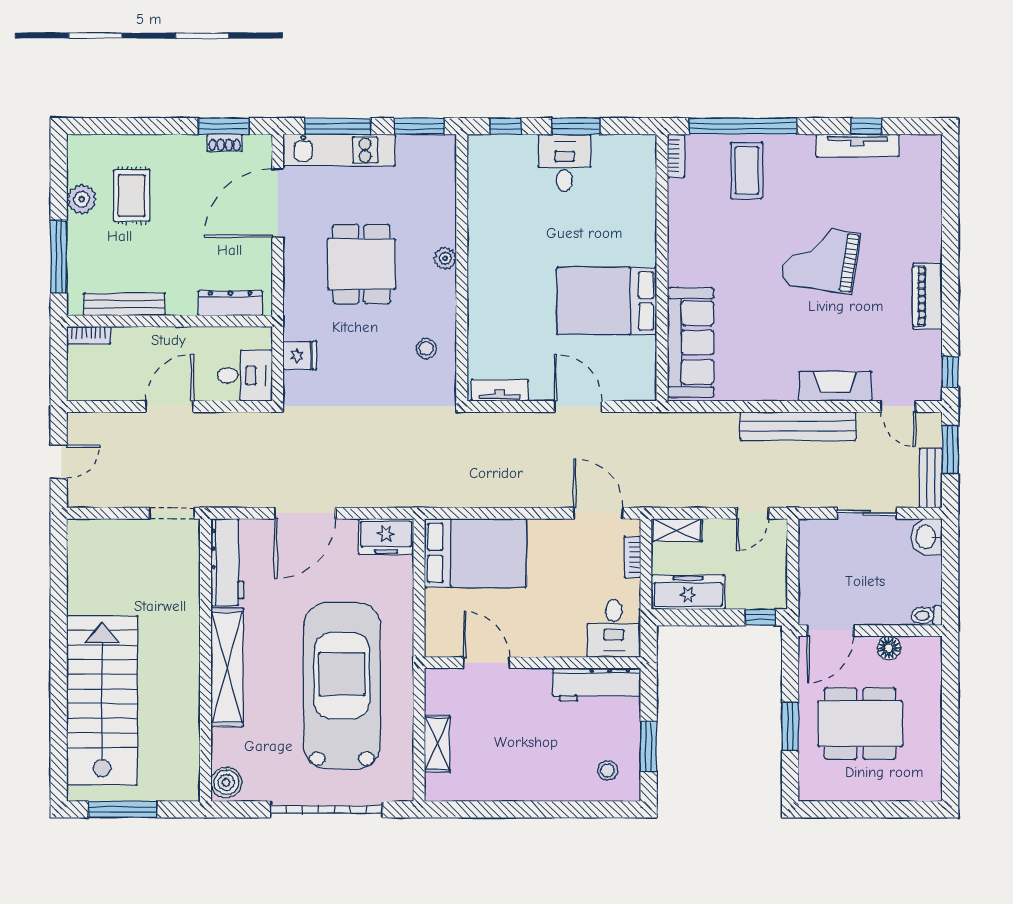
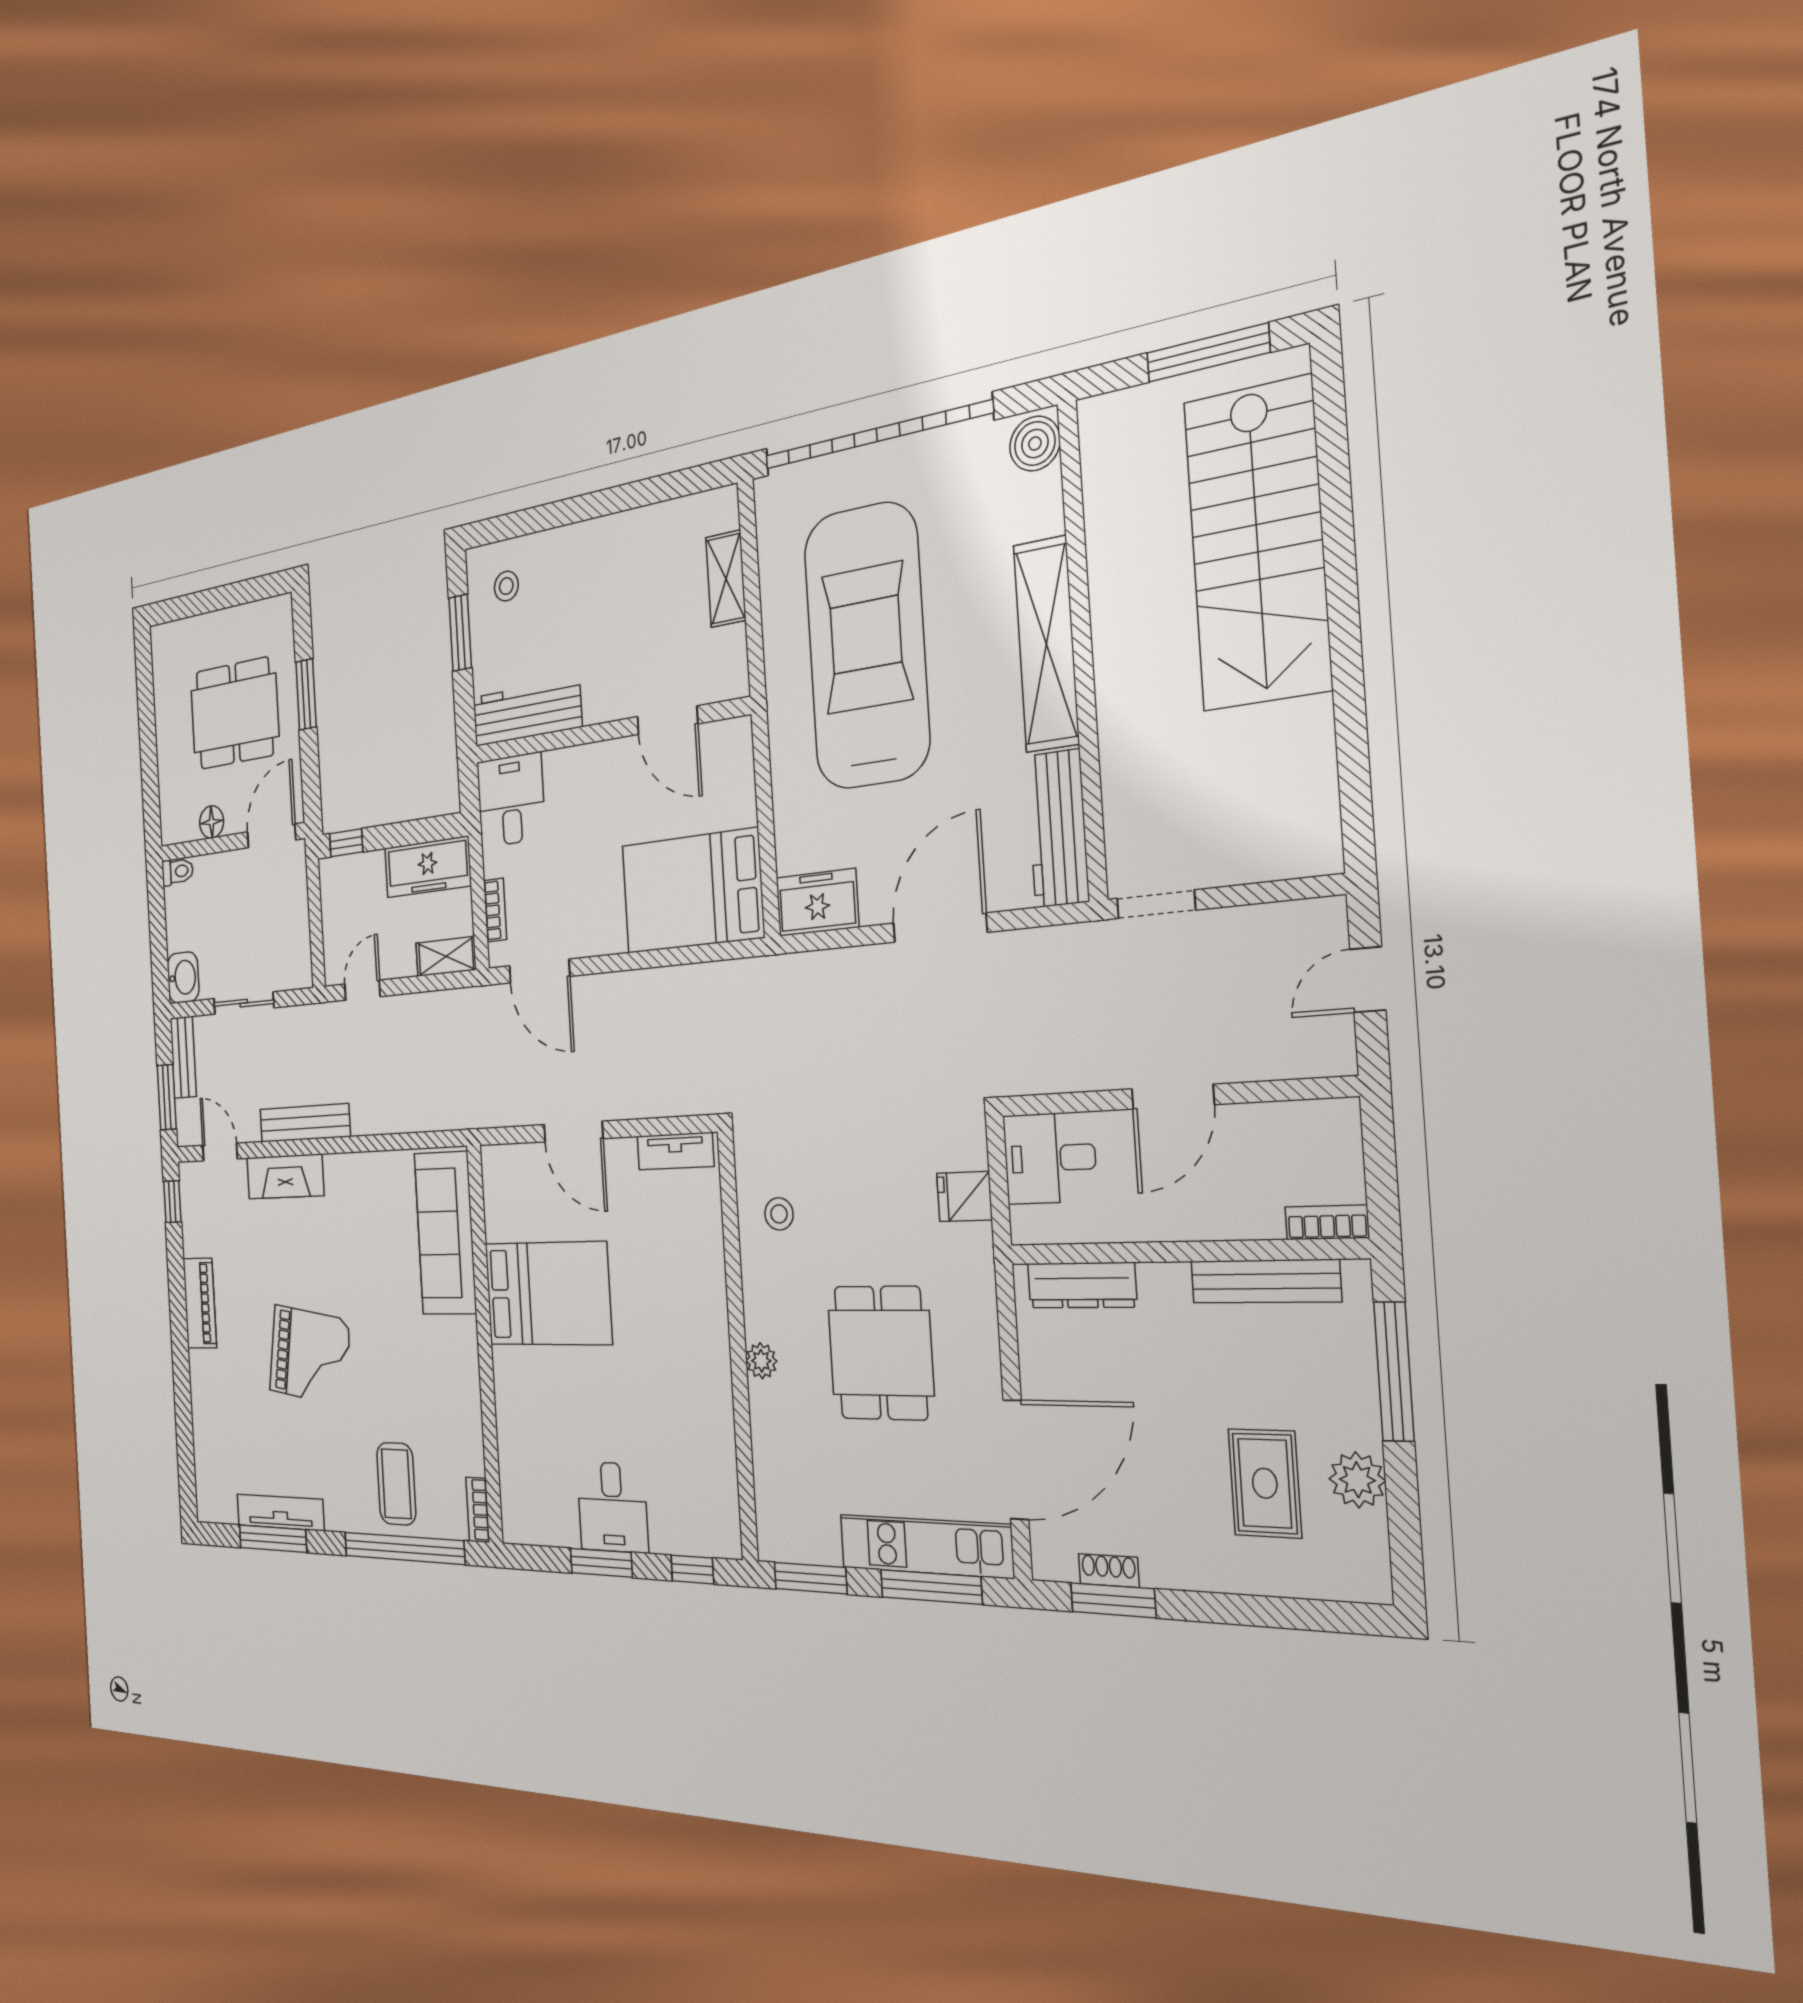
window: (866, 126) -> (273, 1539), width x2.17
bench: (798, 426) -> (305, 1123), width x0.73, depth x0.82
car: (342, 686) -> (866, 646), turned 180
garage door: (326, 809) -> (877, 435), width x1.36

